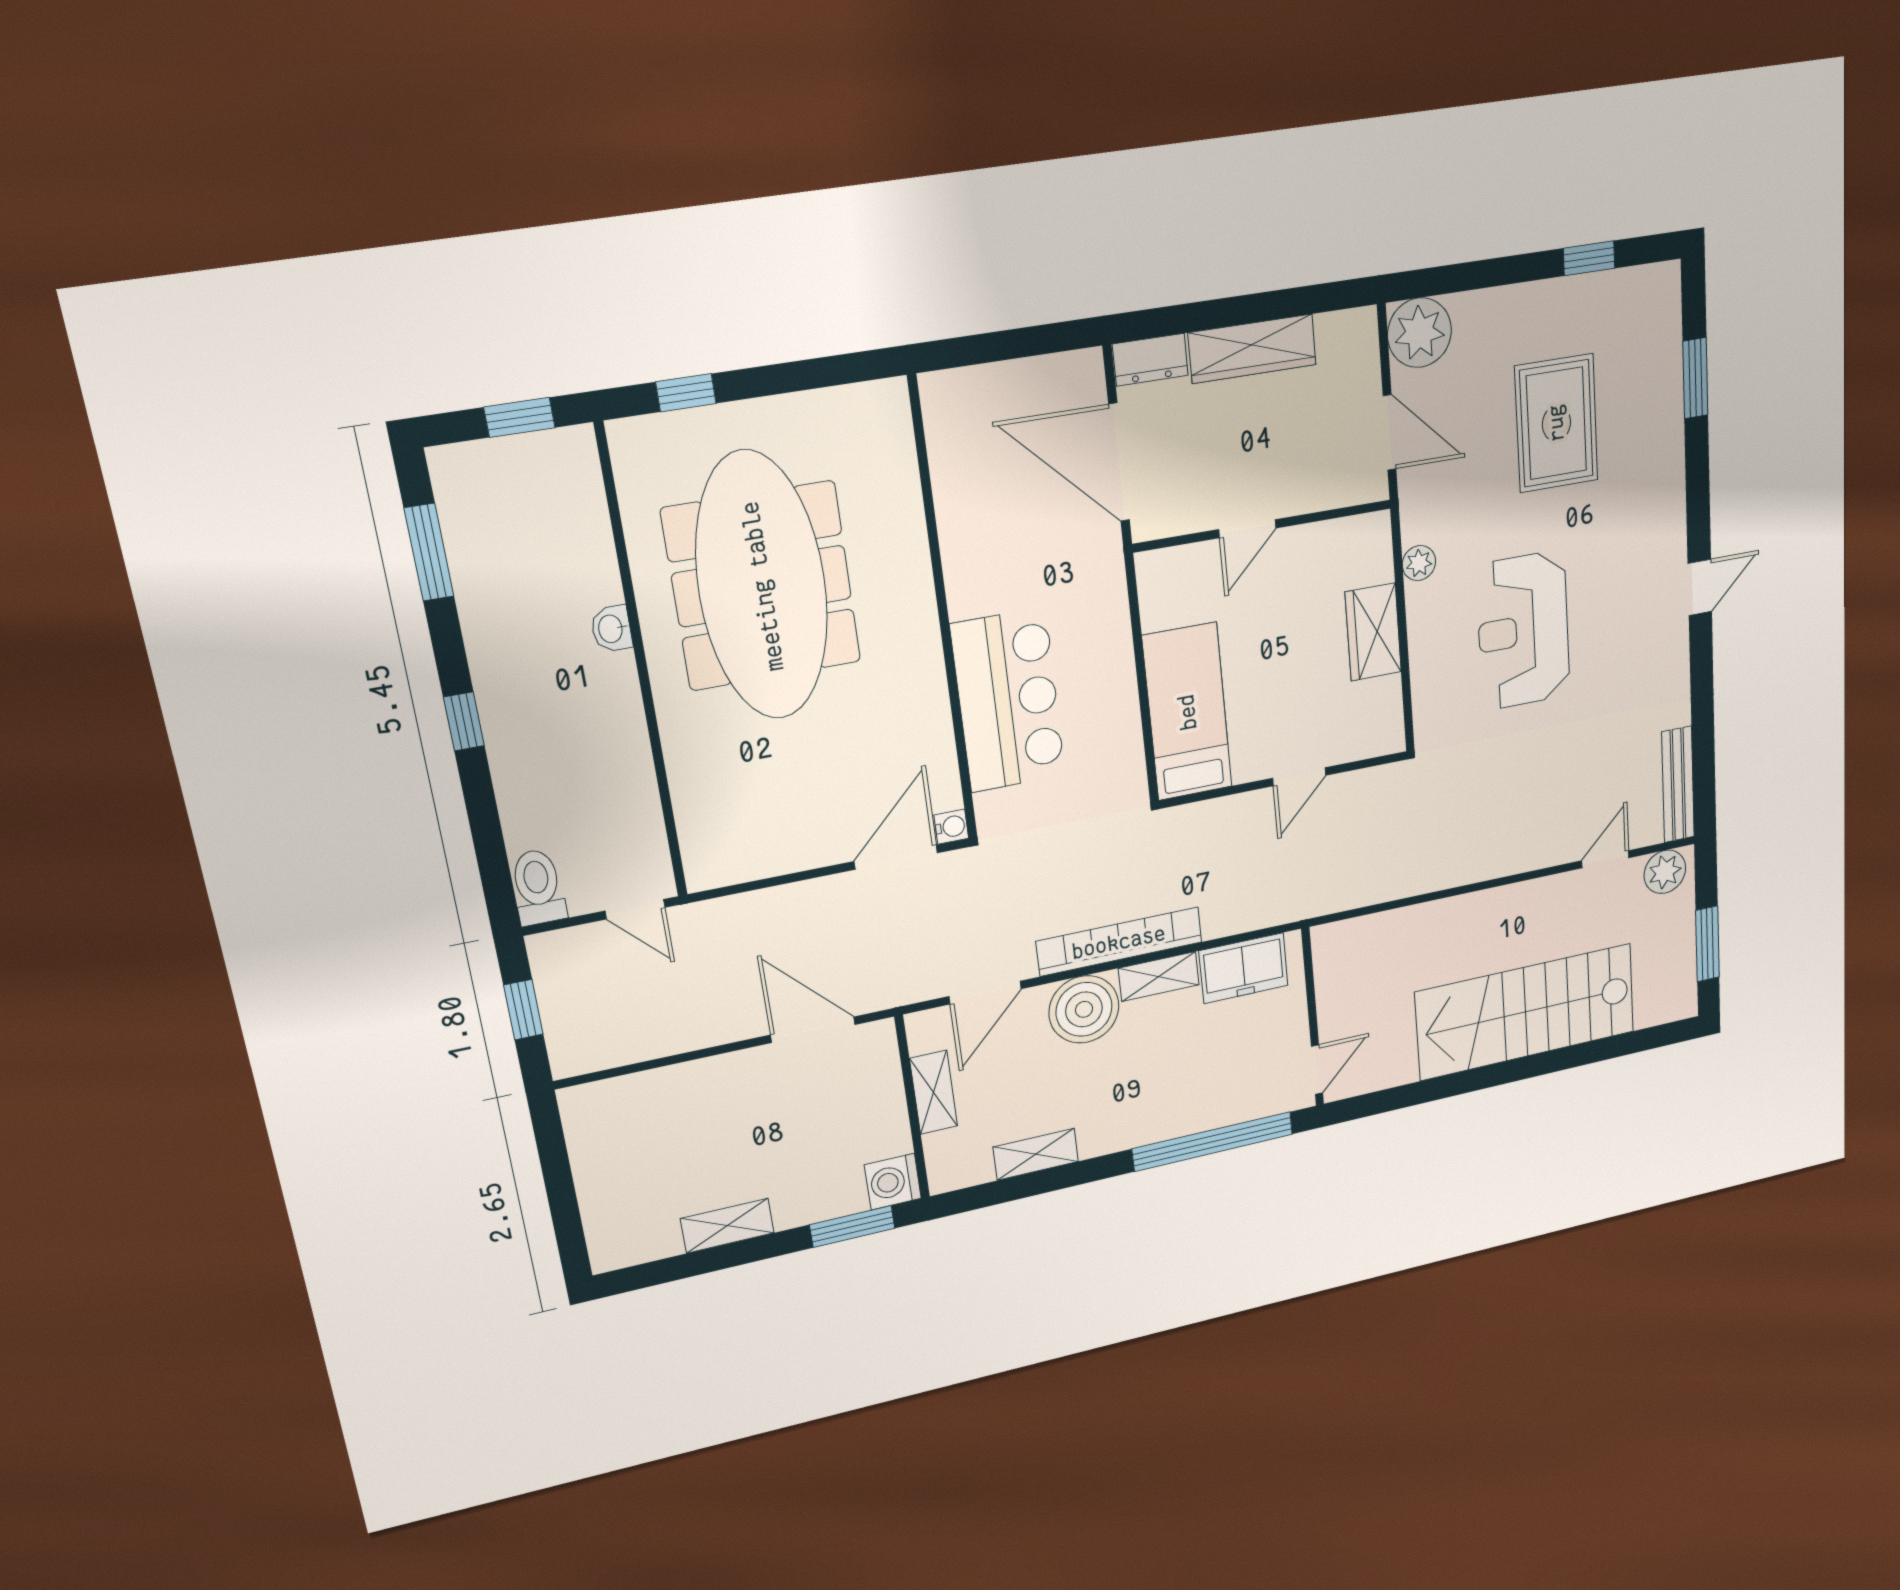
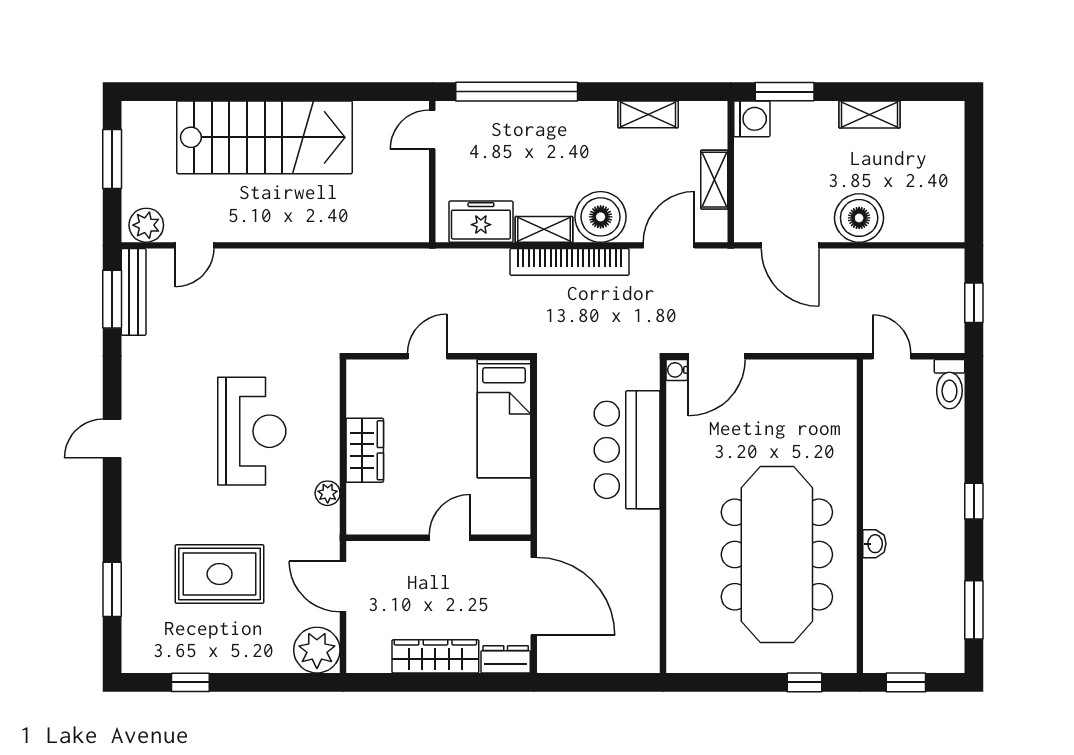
rug: (1556, 423) -> (220, 574), turned 90
window: (1704, 770) -> (112, 299), added
boiler: (718, 1088) -> (859, 218), added

